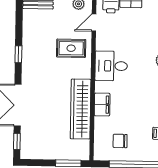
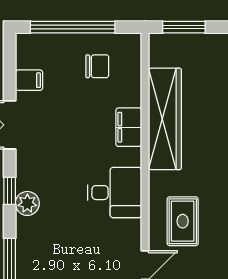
rug: (71, 48) -> (183, 221), turned 90

